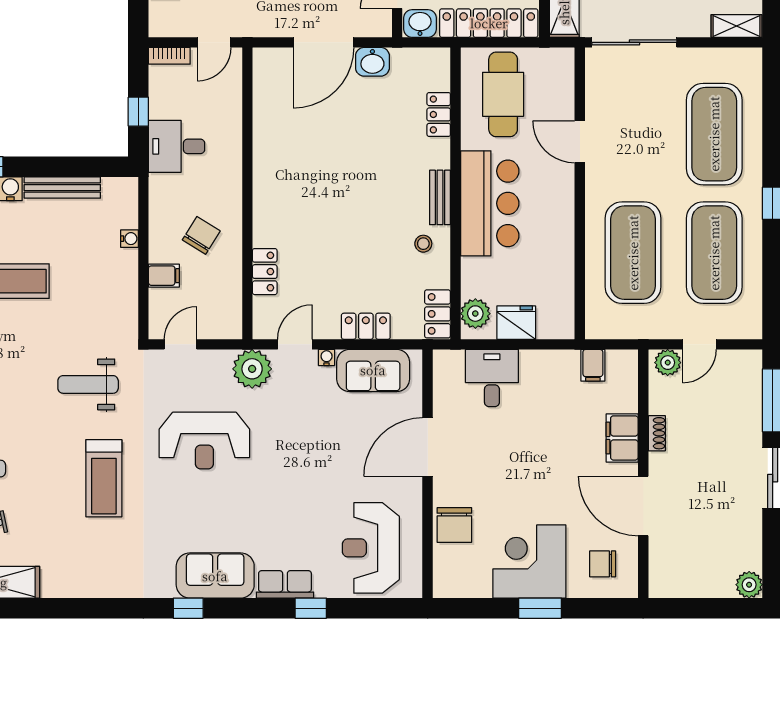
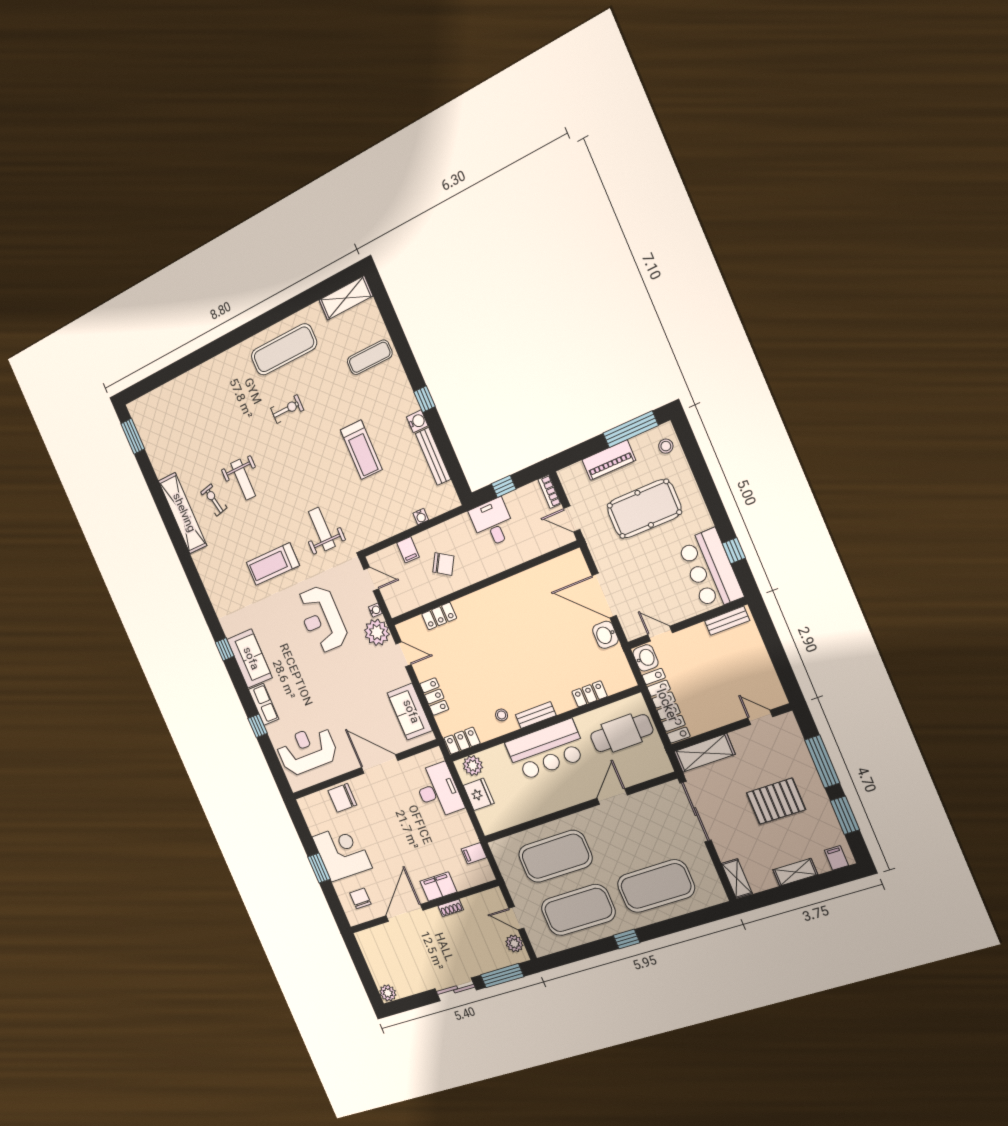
water cooler: (327, 357) -> (375, 610), moved
plant: (668, 363) -> (514, 943), moved
desk: (492, 378) -> (438, 791), width x1.37

